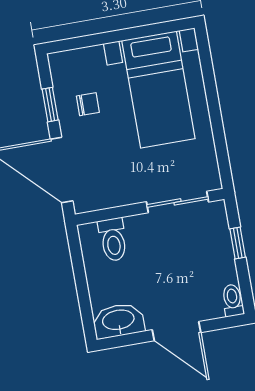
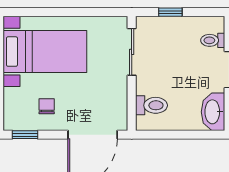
window: (50, 105) -> (25, 135), moved
toilet: (233, 300) -> (213, 40), moved

